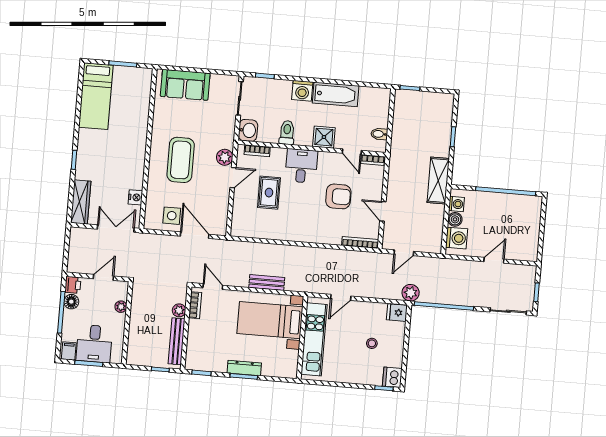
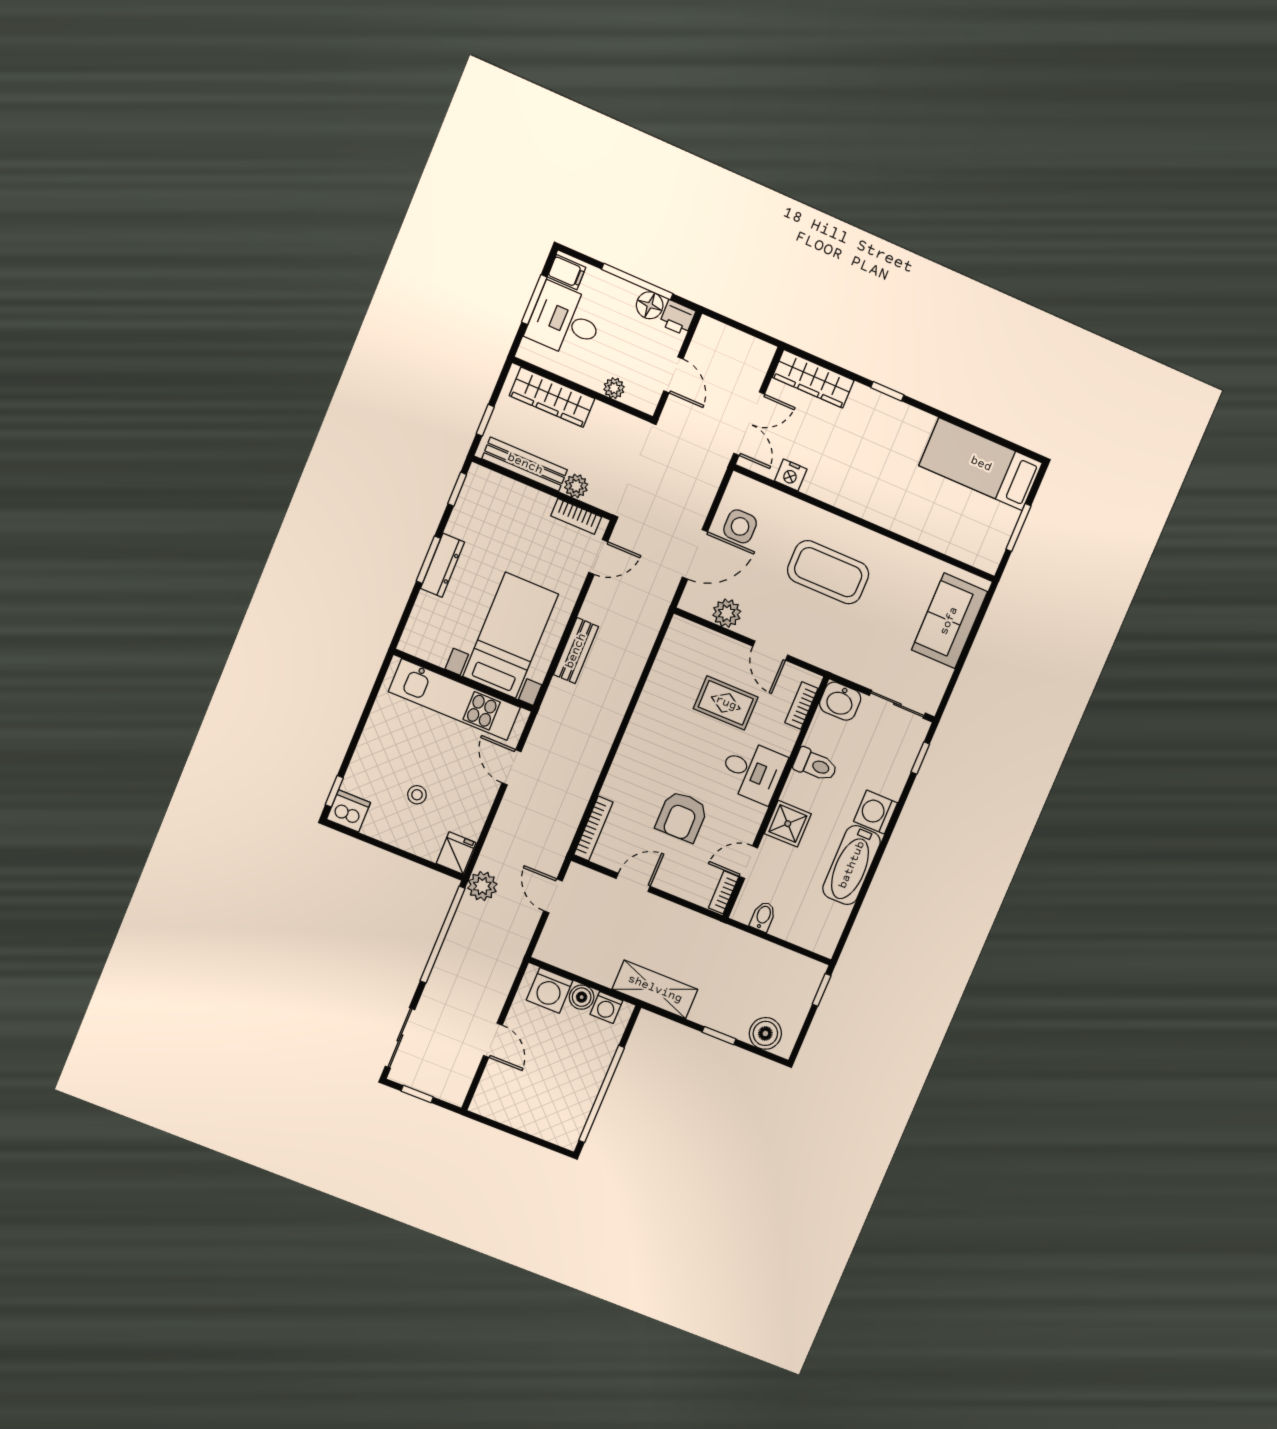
boiler: (444, 111) -> (765, 1033), added
plant: (225, 157) -> (727, 613), moved
wardrobe: (137, 338) -> (552, 397), added

